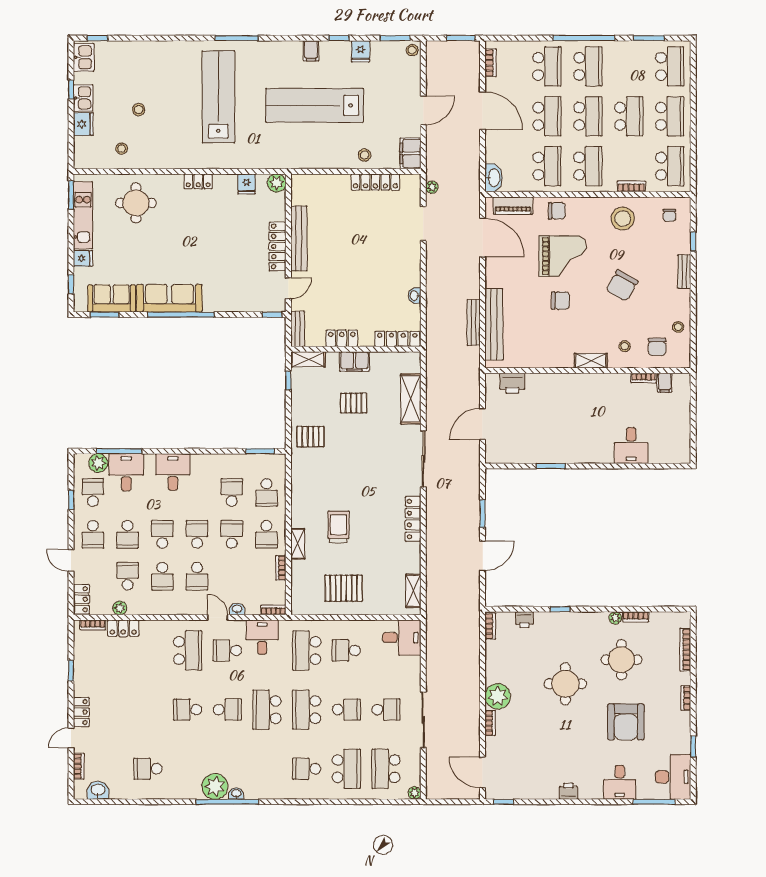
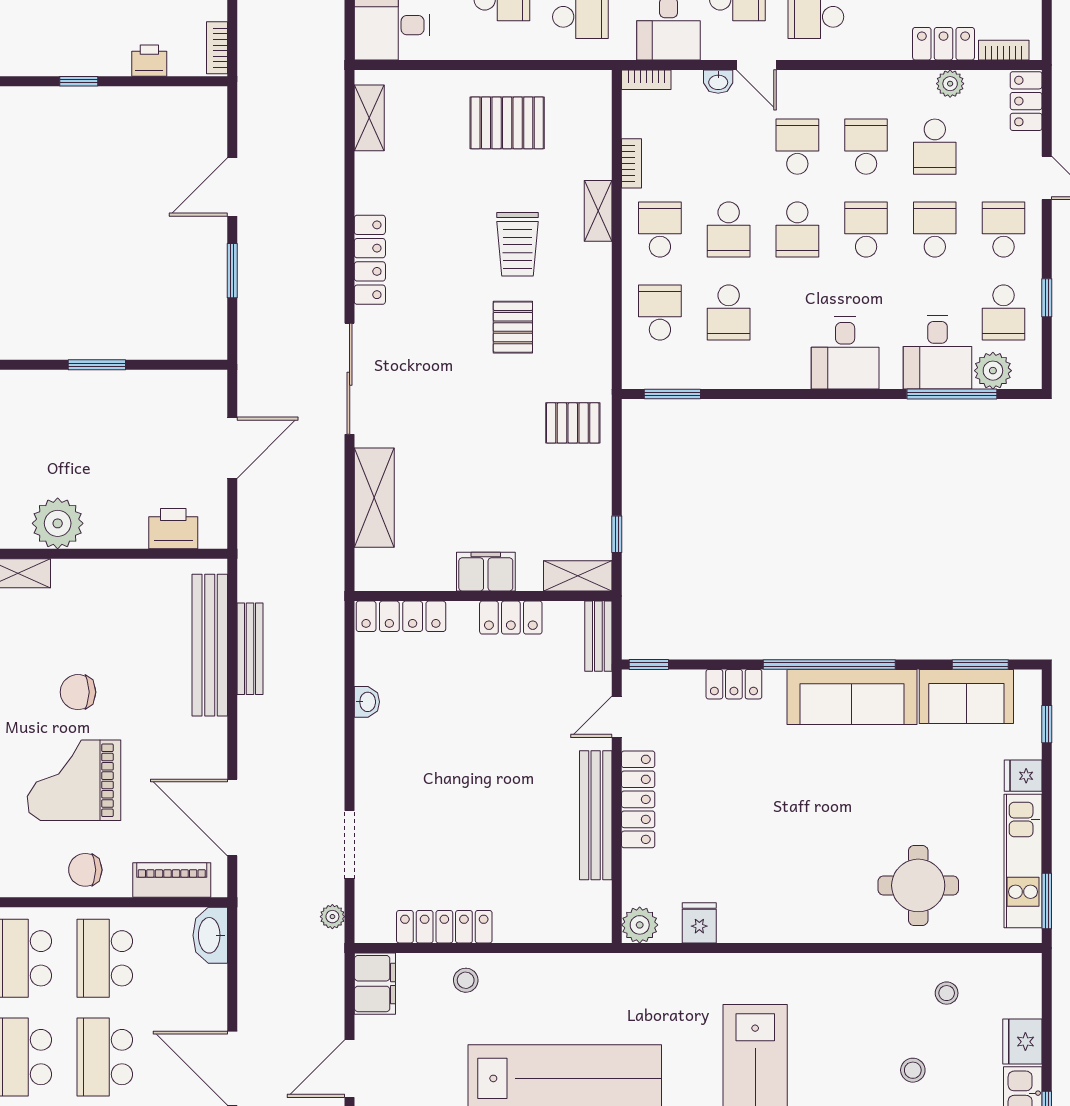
locker: (198, 181) -> (734, 684), moved, turned 180
plant: (571, 386) -> (58, 523), added
pallet: (354, 403) -> (513, 327), moved, turned 90
school desk: (162, 534) -> (866, 230), turned 180

